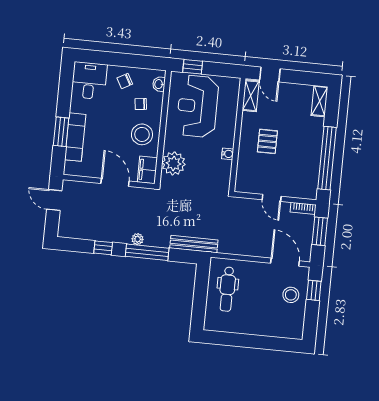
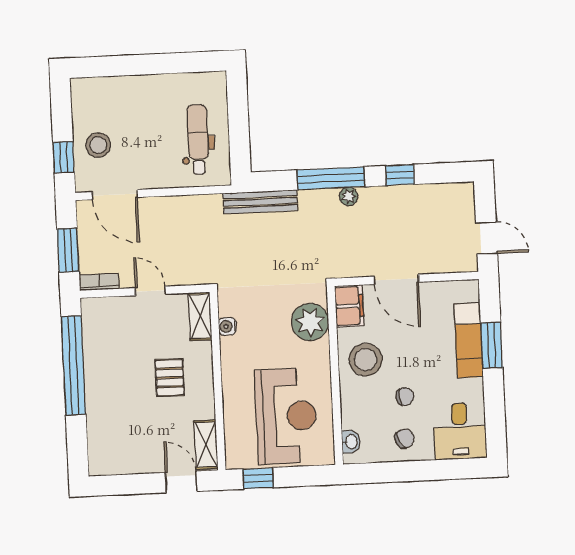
window: (193, 67) -> (258, 478), moved
shelving: (320, 101) -> (200, 316), moved
chair: (141, 104) -> (405, 397), moved
water cooler: (228, 154) -> (227, 326), moved

